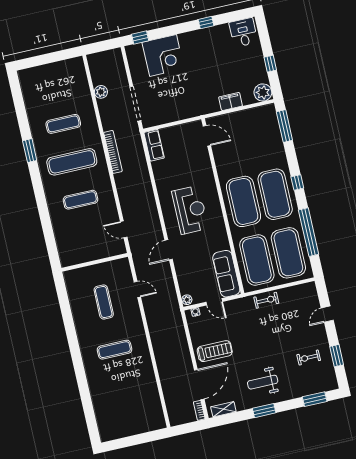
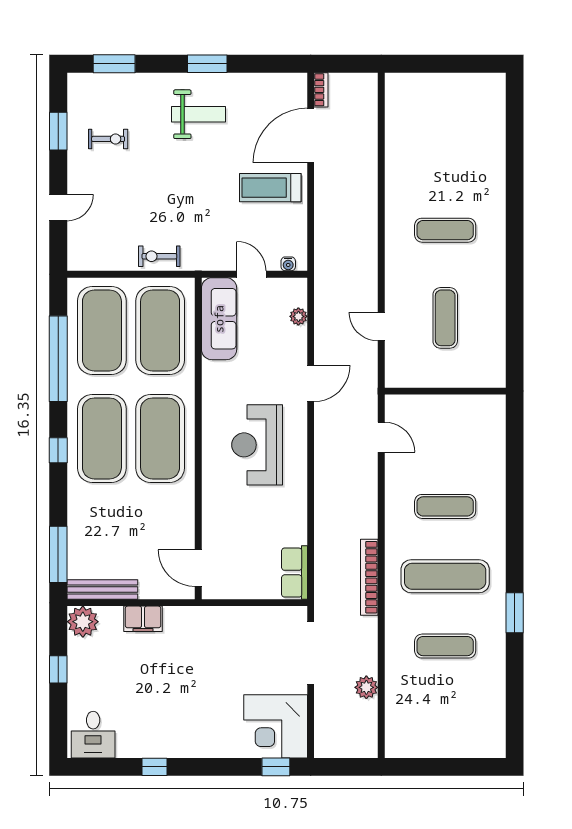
corner desk: (163, 55) -> (276, 726), moved, turned -90
bench: (256, 112) -> (102, 589), added
plant: (187, 300) -> (298, 316), moved
shelving: (223, 409) -> (278, 82), removed

